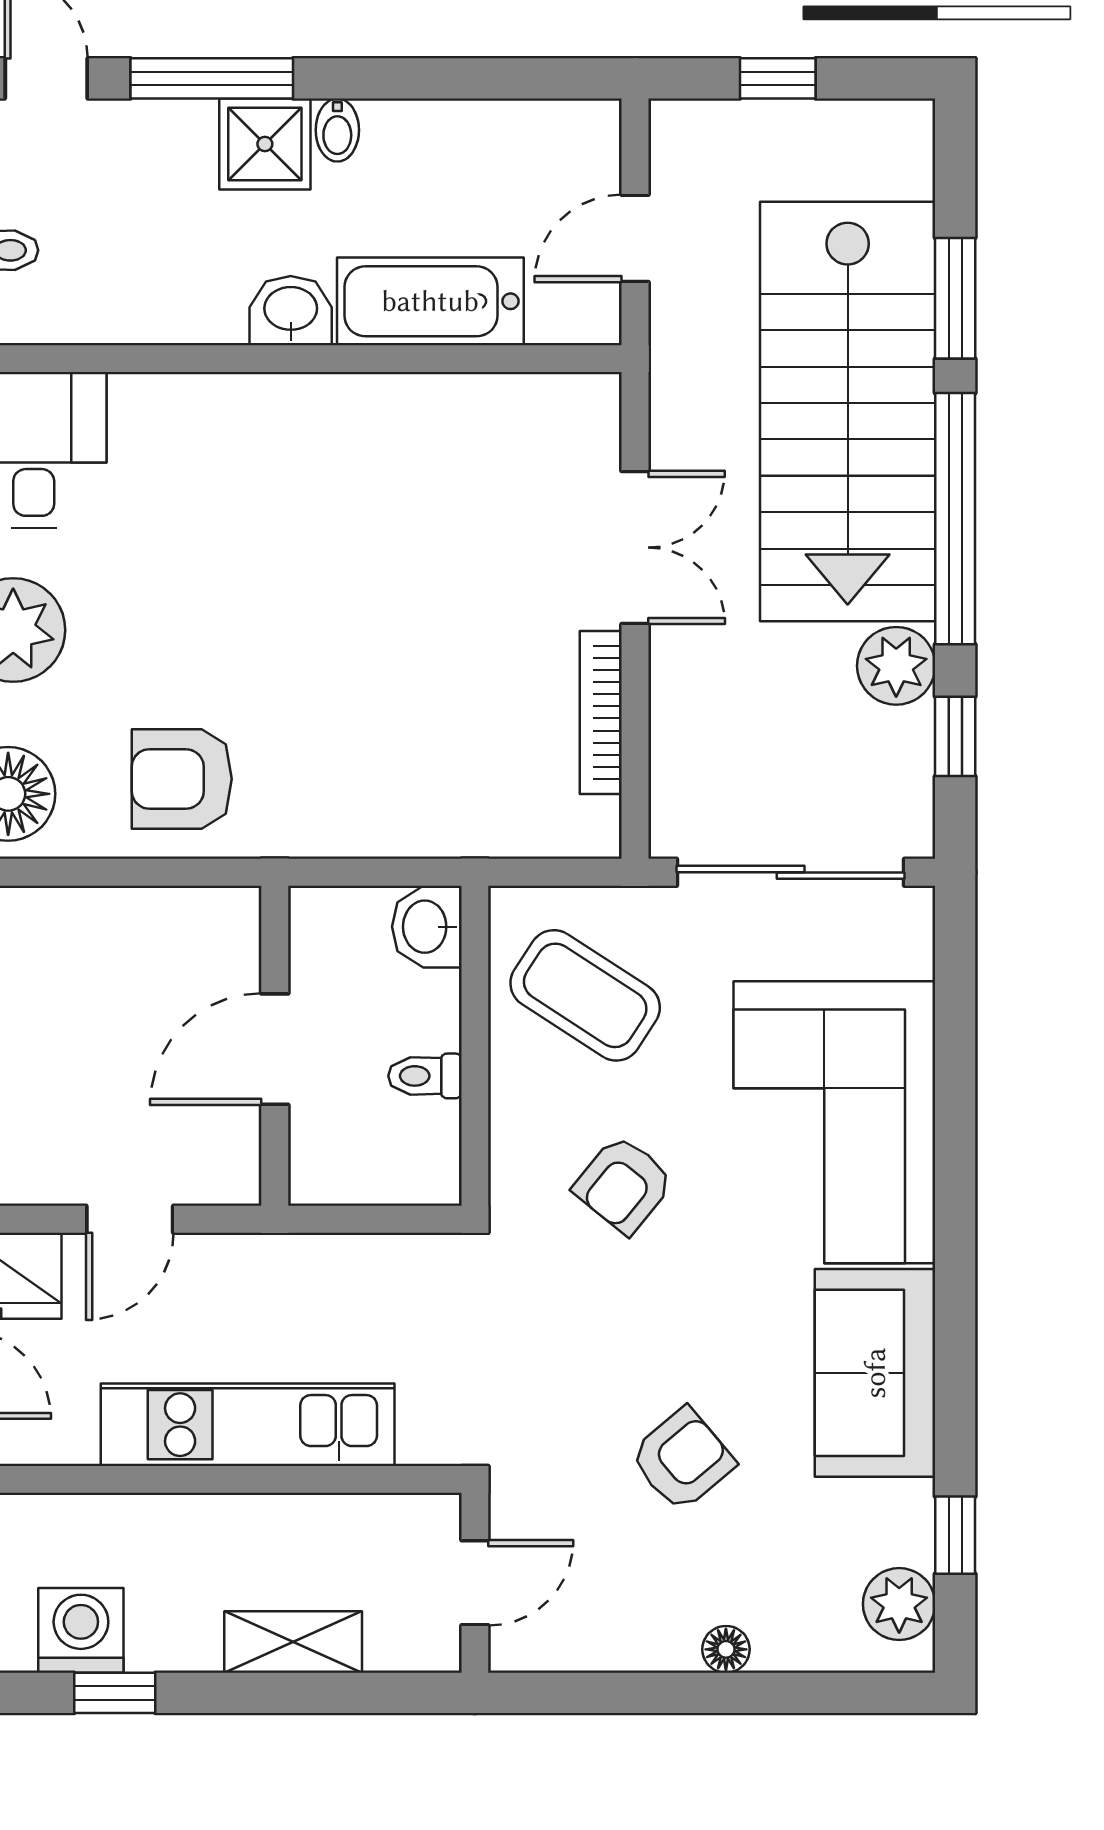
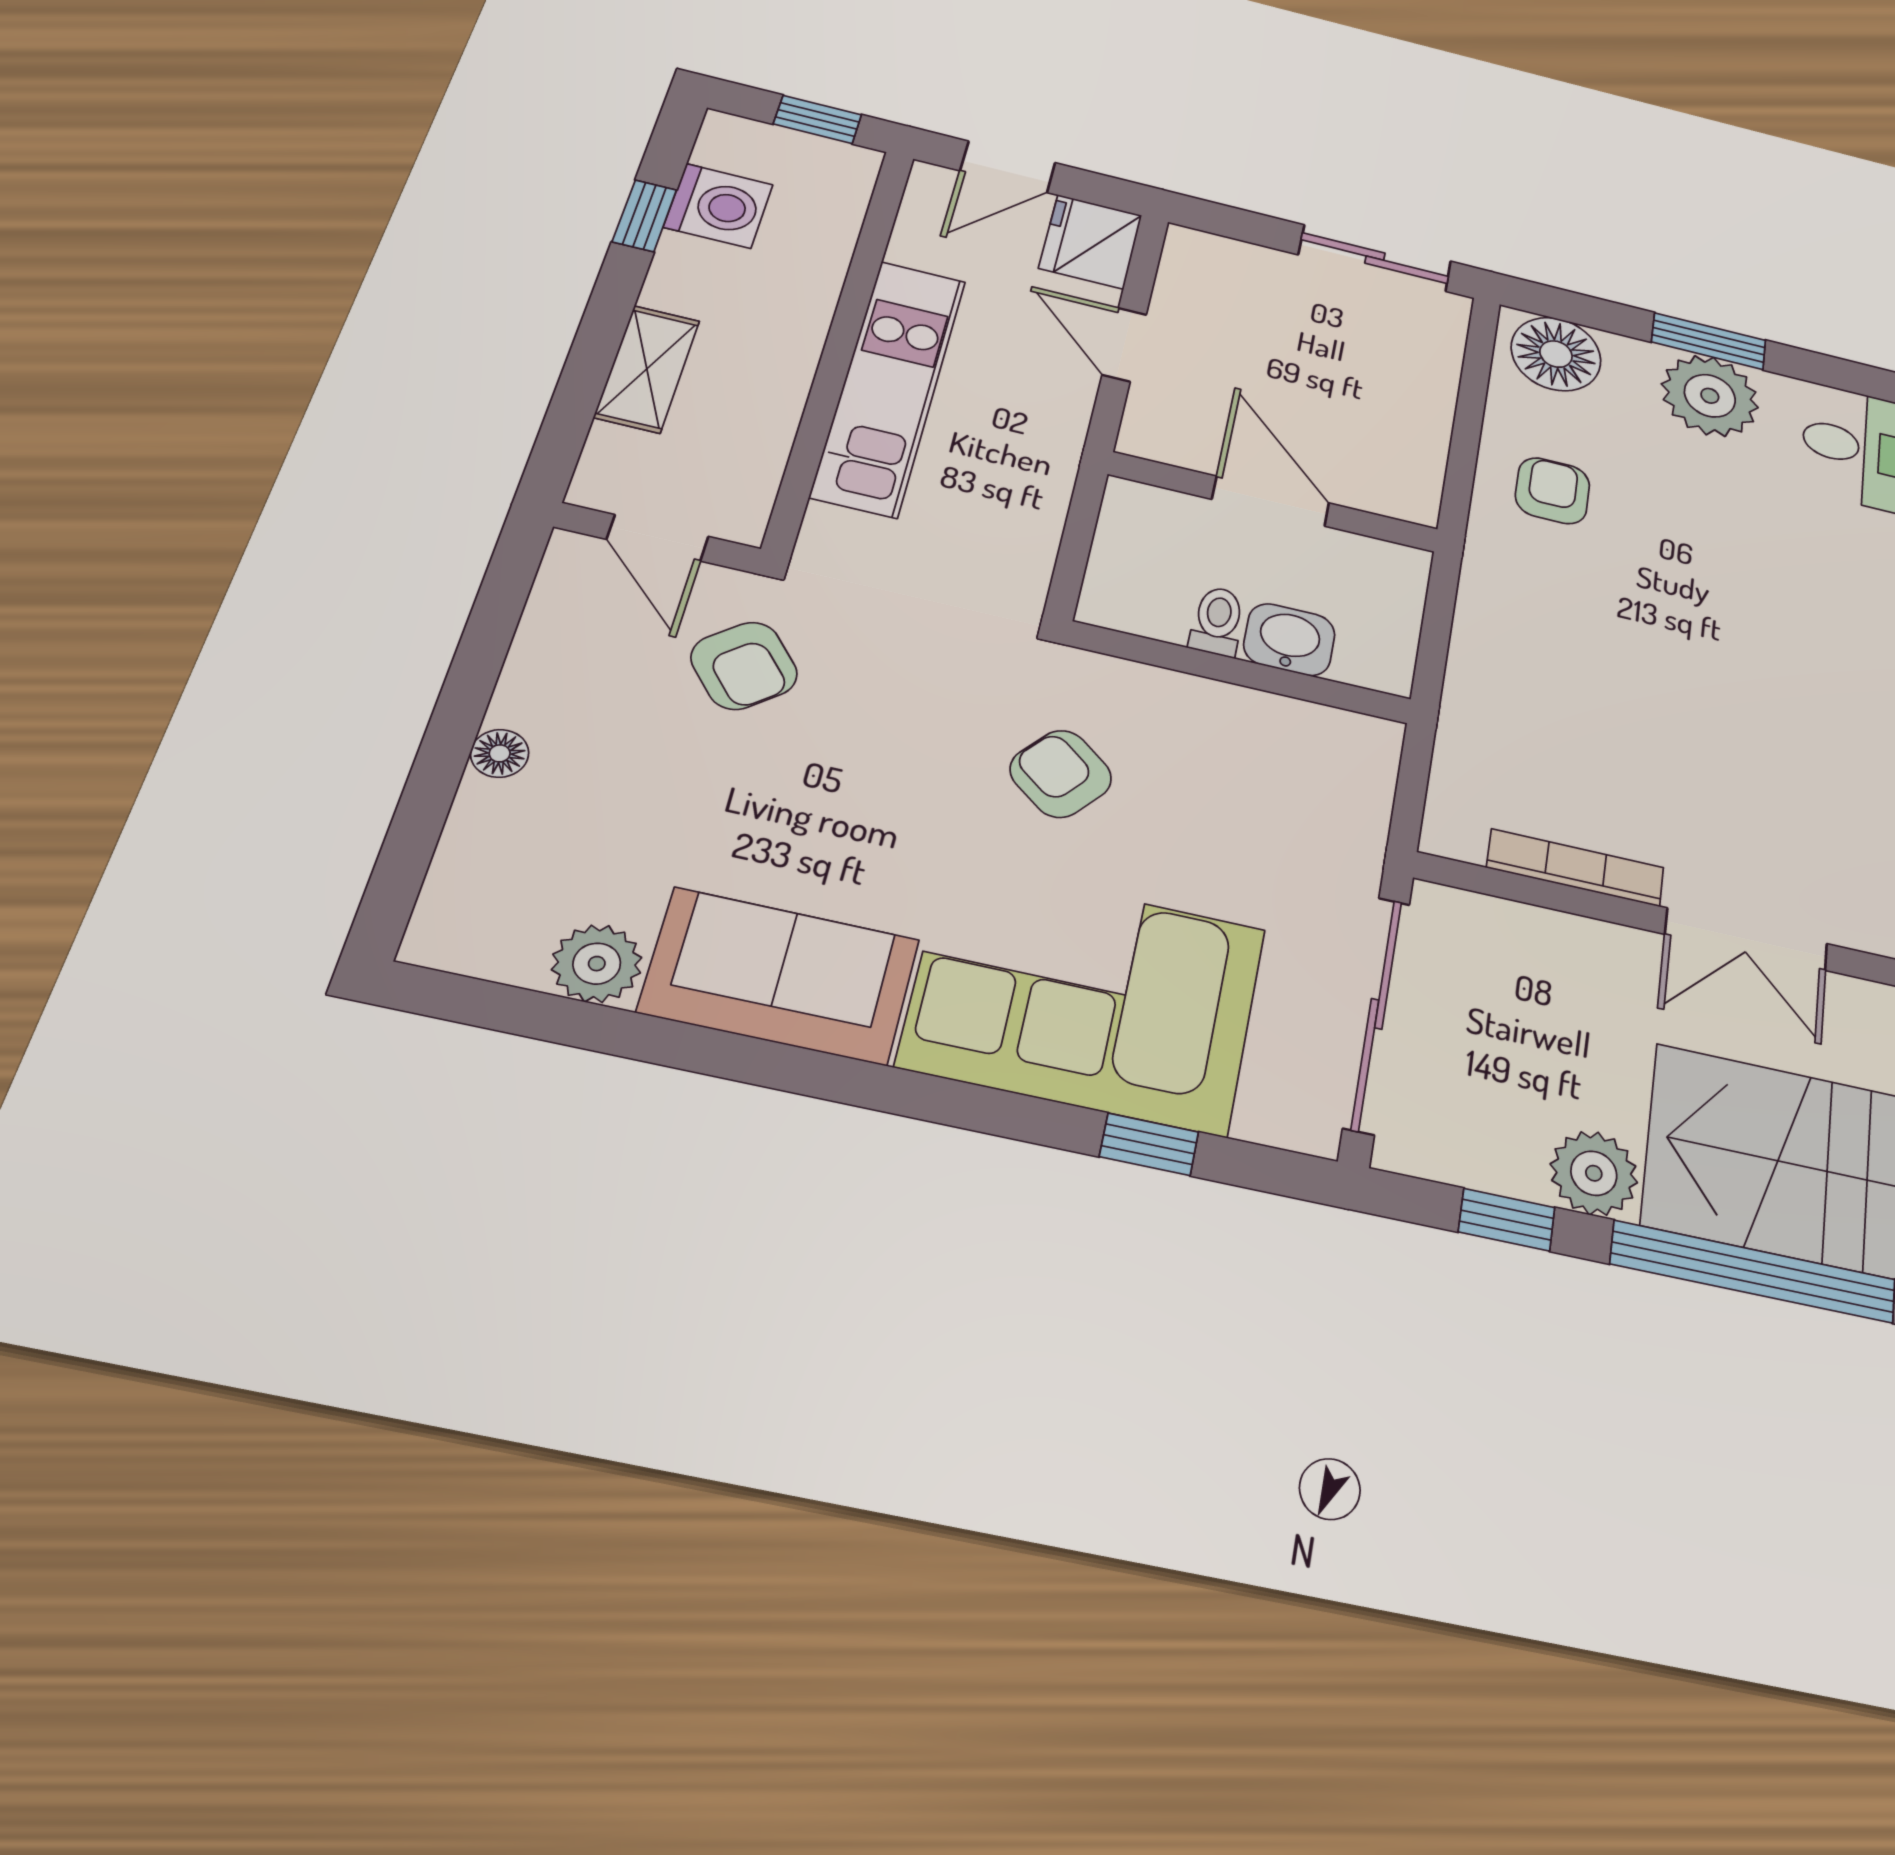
armchair: (182, 779) -> (1553, 491), width x0.72, depth x0.72
washbasin: (427, 927) -> (1289, 640), moved
coffee table: (585, 995) -> (1275, 785), removed
armchair: (682, 1459) -> (744, 666), moved
window: (955, 1535) -> (1149, 1144), moved
plant: (899, 1604) -> (597, 964), moved

